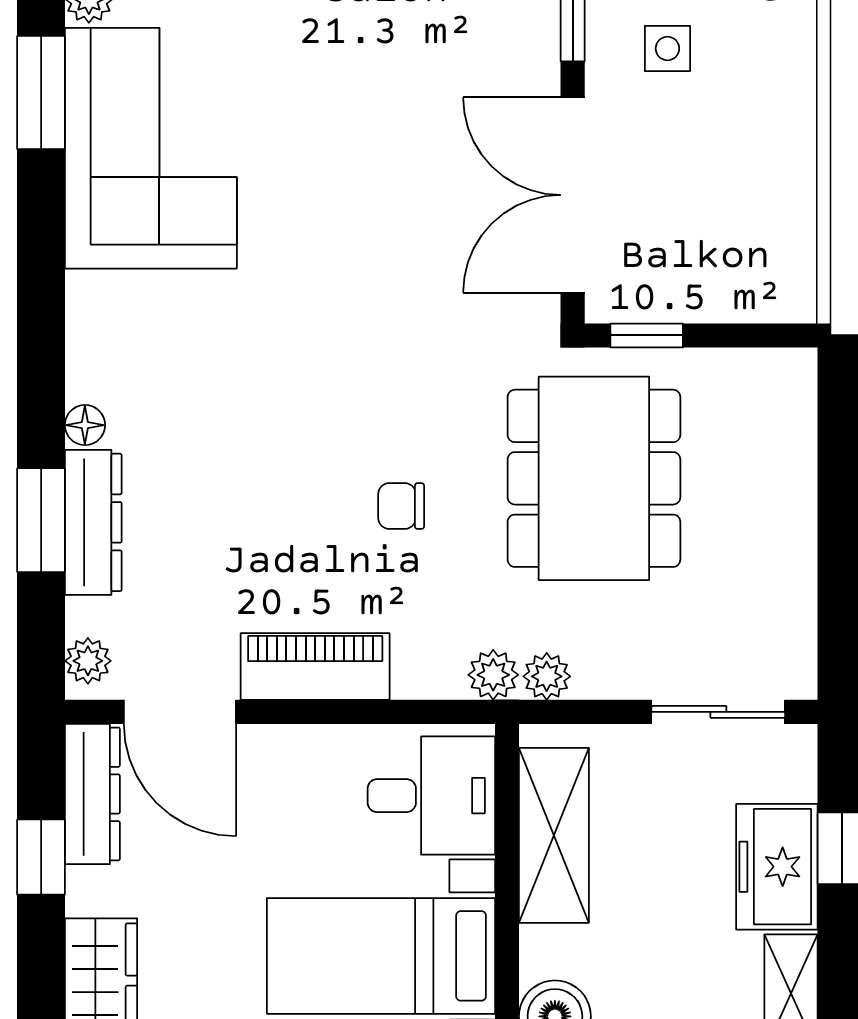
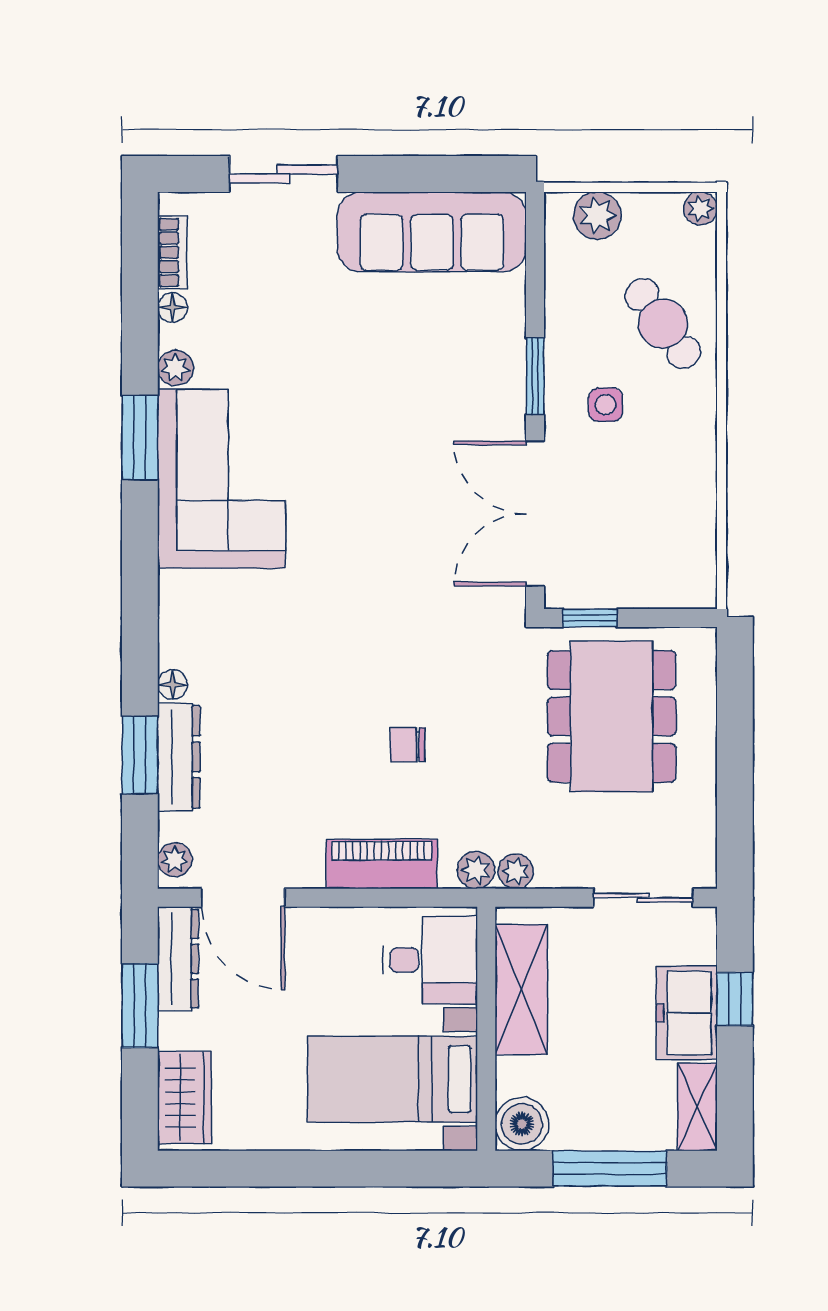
dining table: (594, 478) -> (612, 716), moved
piano: (315, 667) -> (382, 864), moved
window: (41, 857) -> (140, 1006), width x1.50

